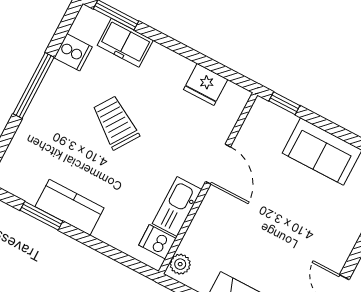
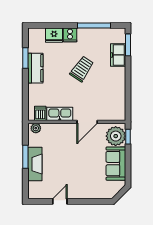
cooker: (73, 52) -> (70, 35), moved
fridge: (206, 84) -> (54, 35), moved, turned -90
window: (34, 85) -> (94, 25), moved
plant: (272, 125) -> (116, 136), added

